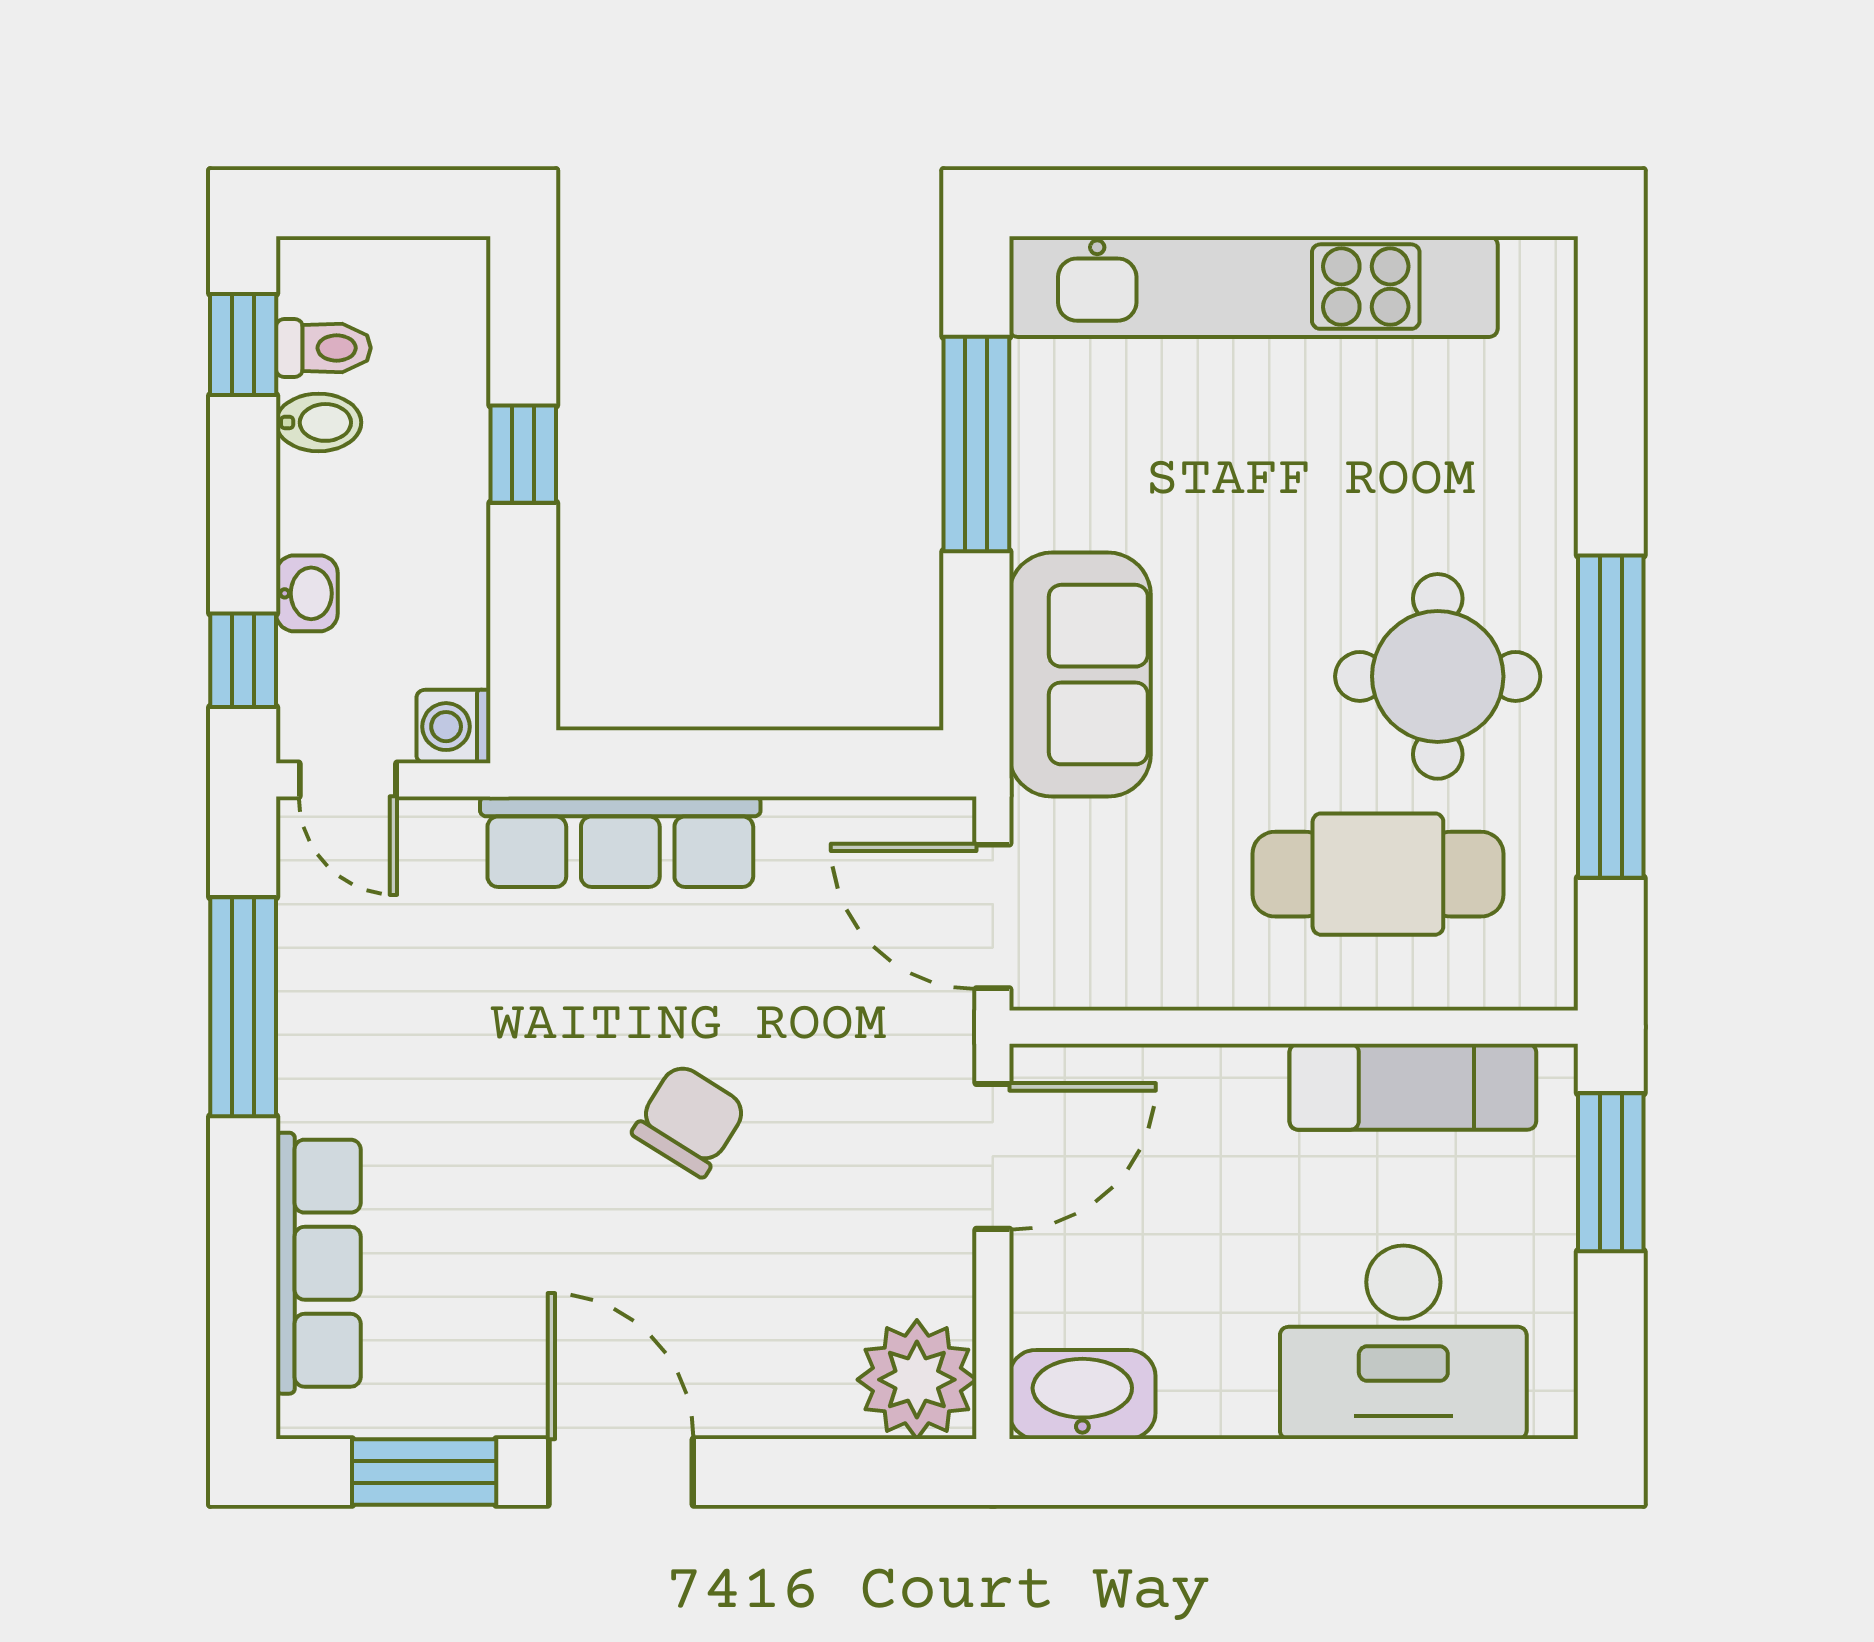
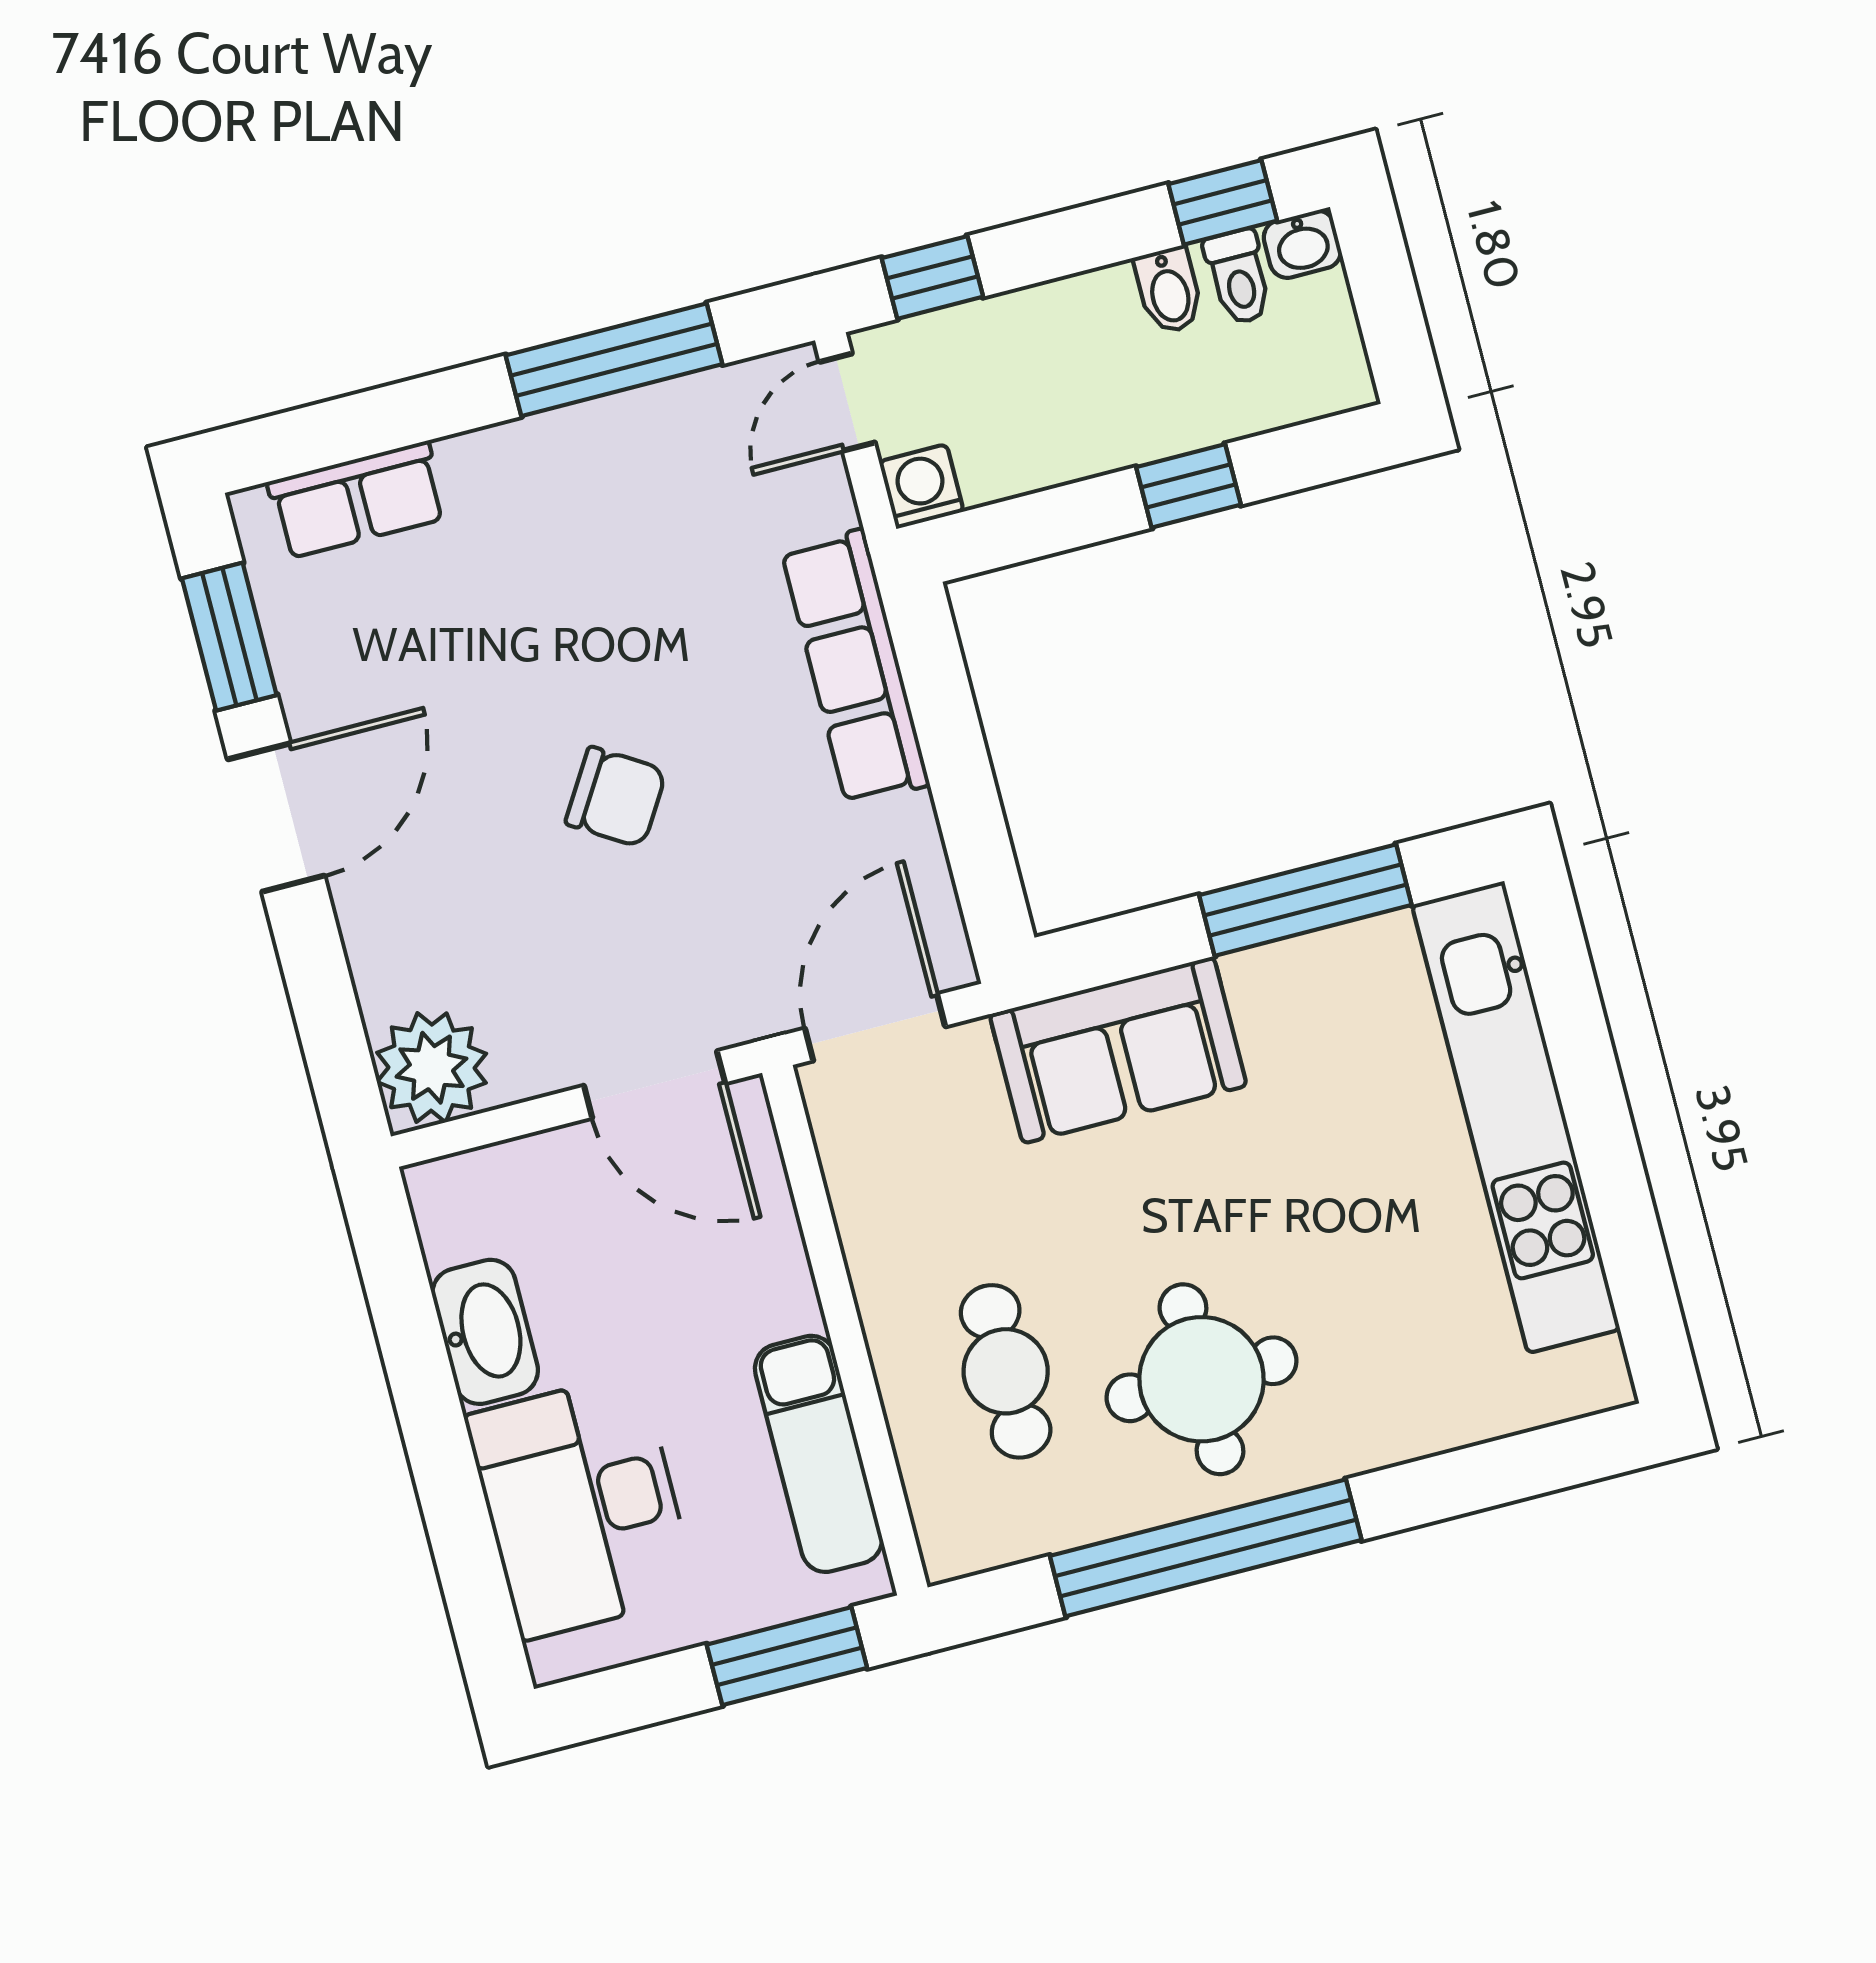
washbasin: (307, 593) -> (1302, 244), moved
cafe table: (1378, 874) -> (1006, 1371), width x0.73, depth x0.74
row of seats: (318, 1263) -> (357, 500), width x0.68
washbasin: (1082, 1394) -> (485, 1332), moved

